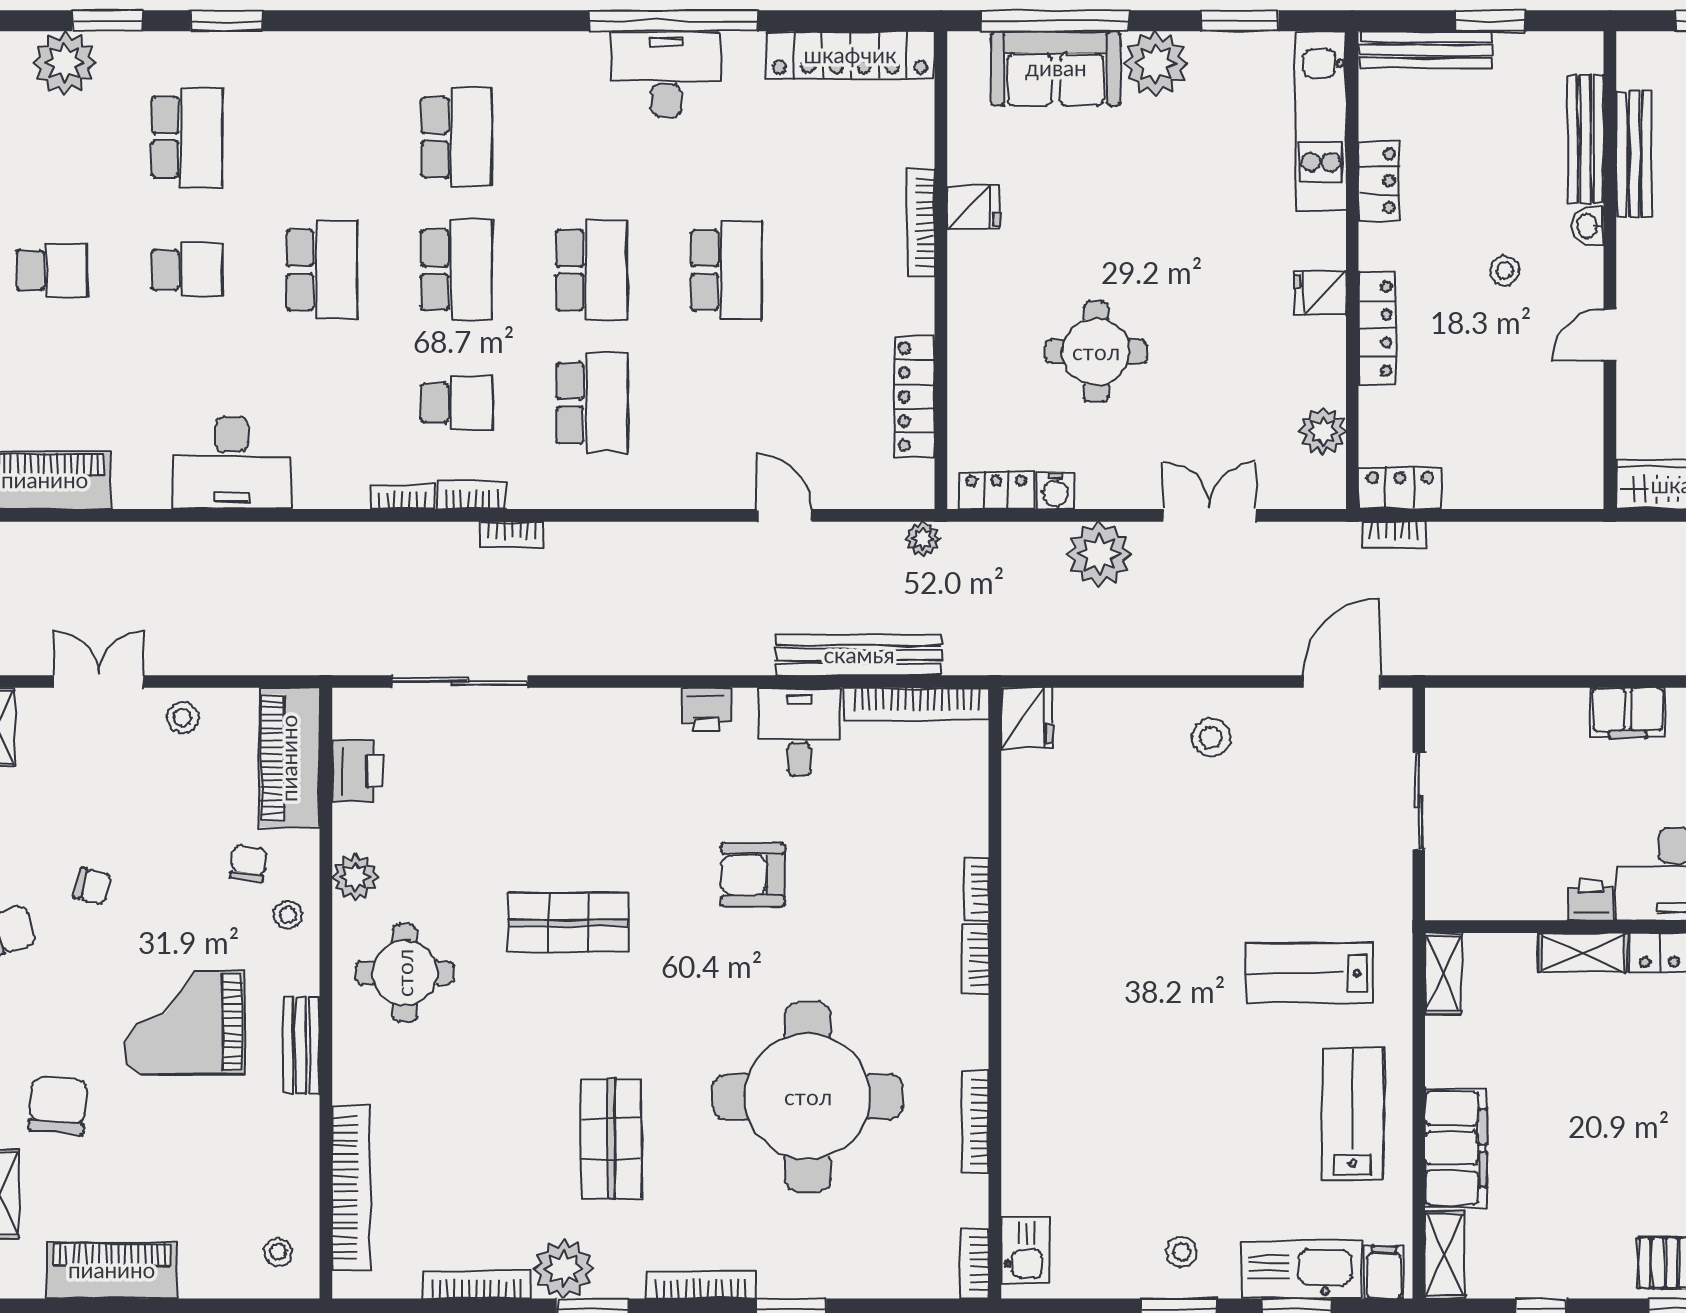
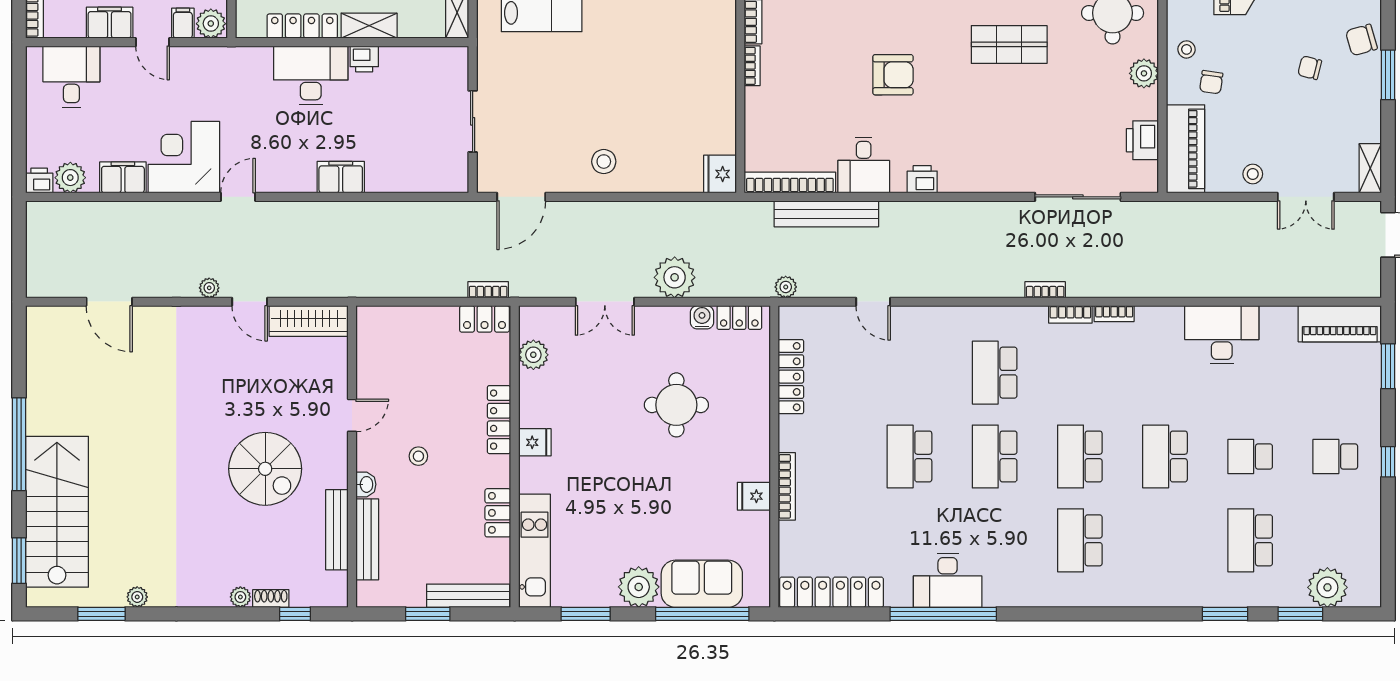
school desk: (457, 403) -> (1080, 373), removed

